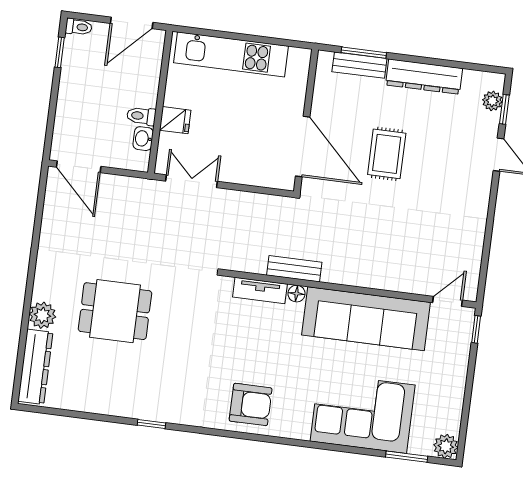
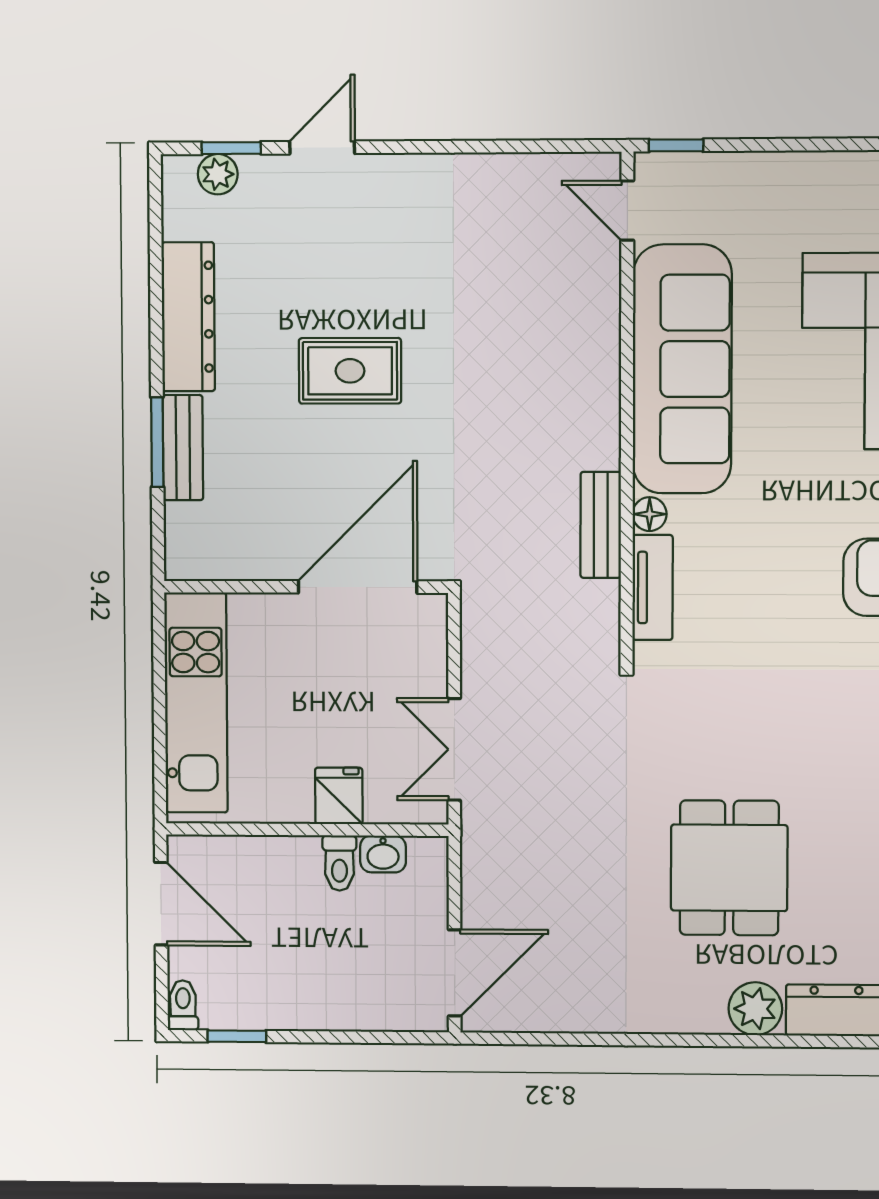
wall: (306, 121) -> (306, 587), moved
door: (303, 147) -> (358, 587), moved

